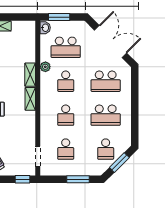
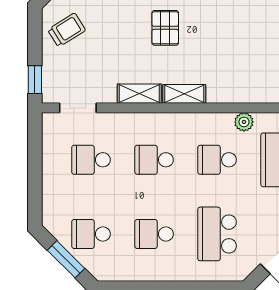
shelving: (30, 75) -> (139, 94), moved
school desk: (106, 115) -> (154, 234), width x0.54
window: (78, 179) -> (35, 183), removed

